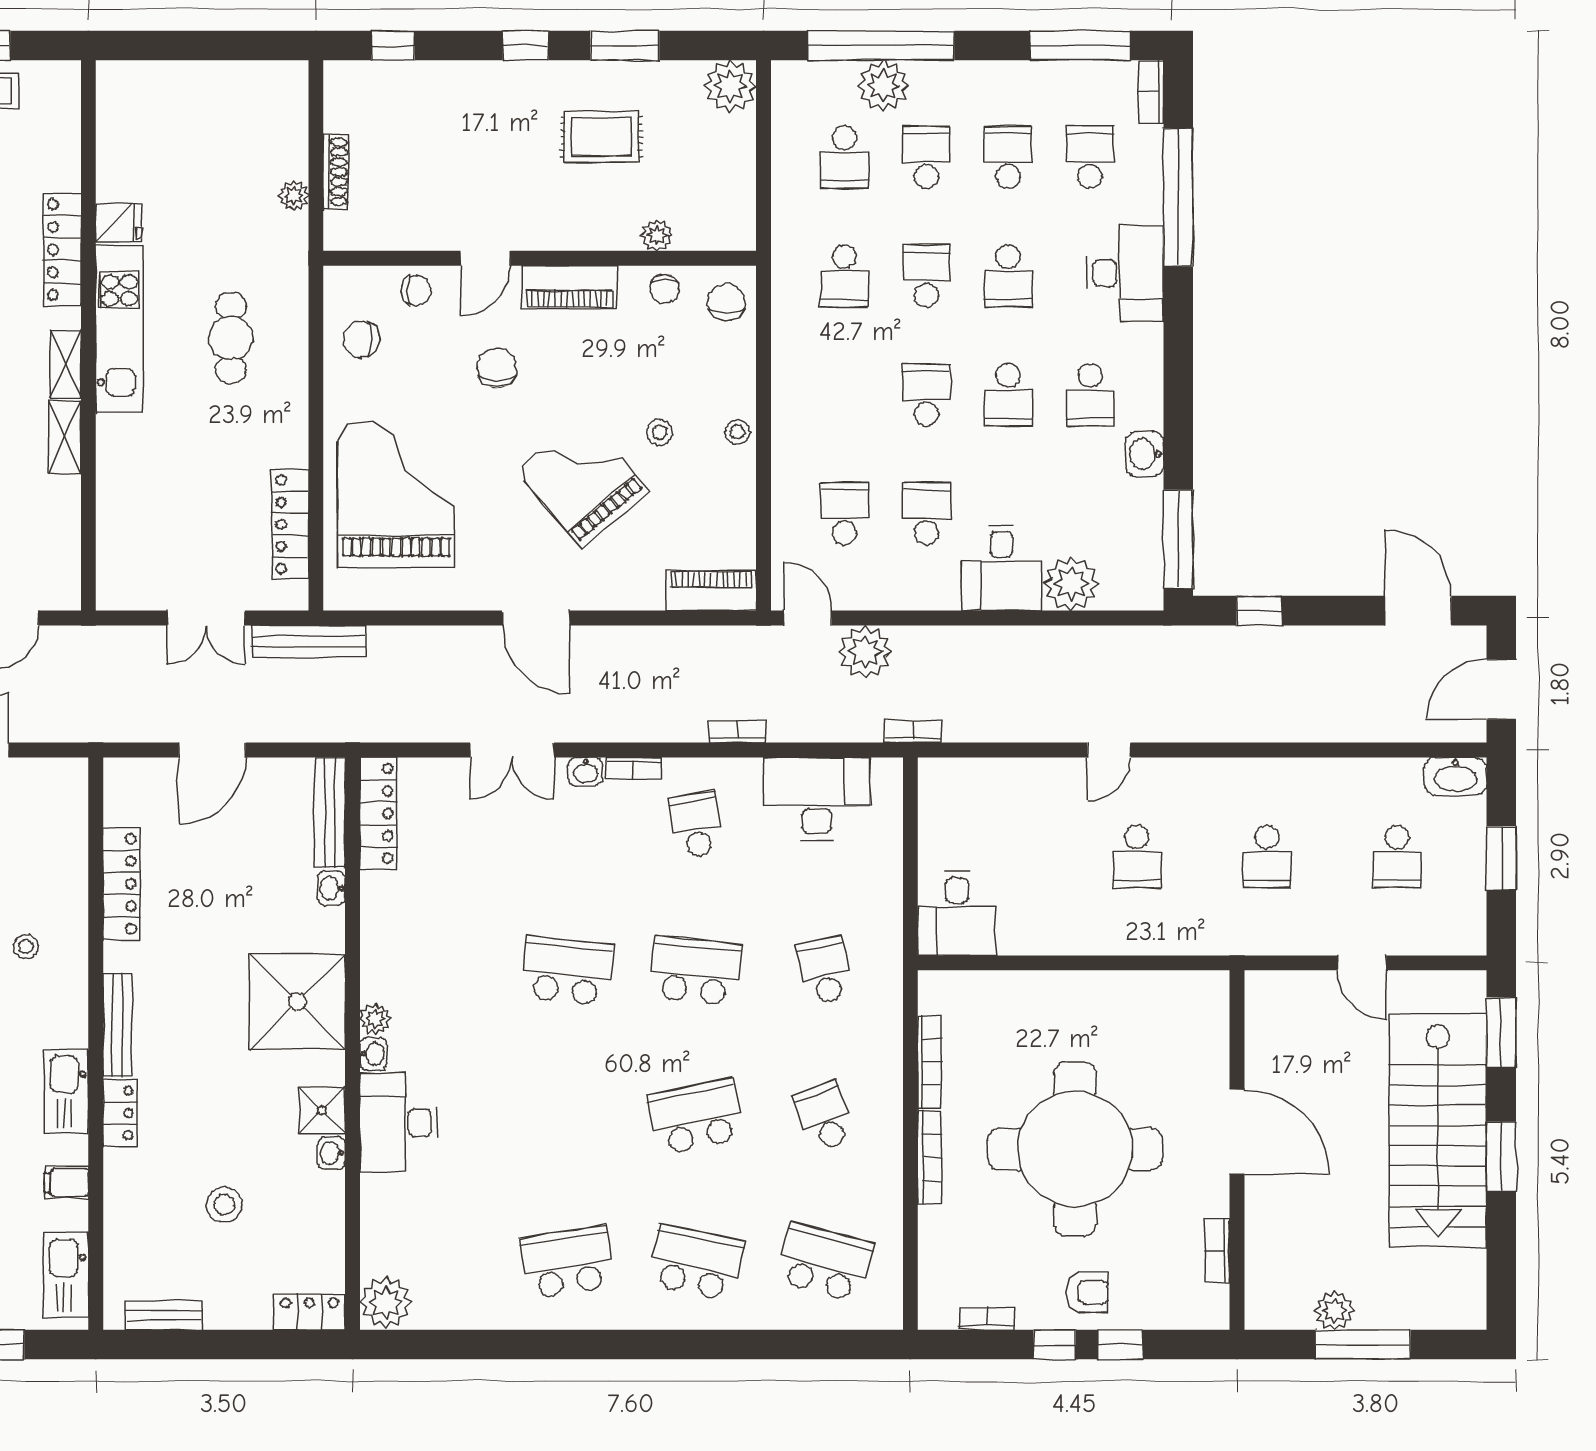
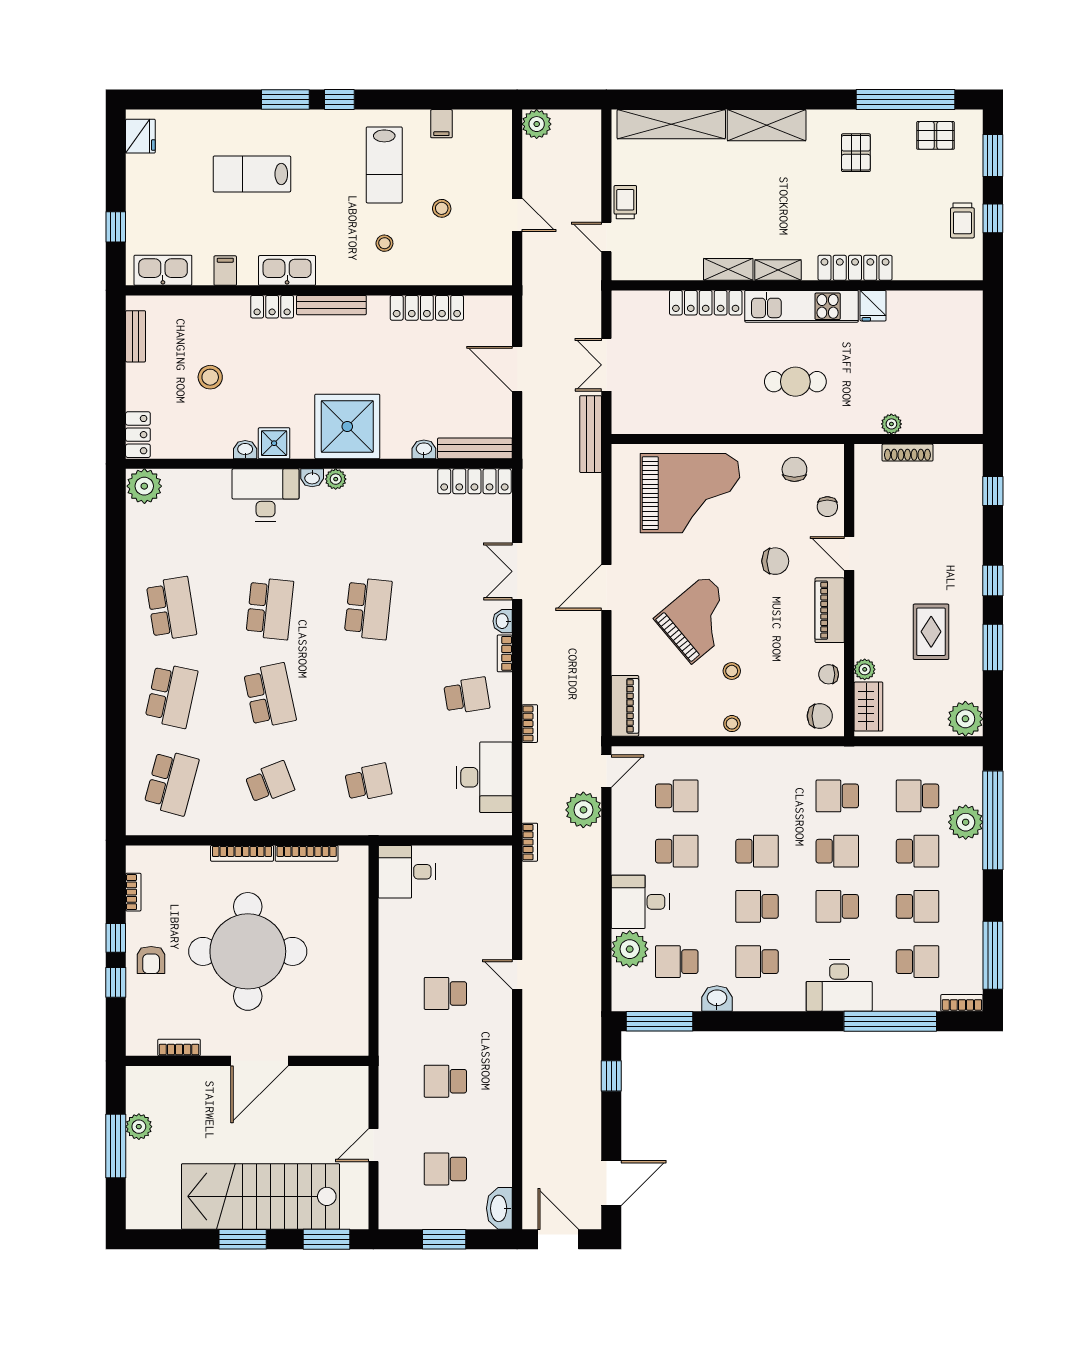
wardrobe: (712, 230) -> (868, 707), added
school desk: (1090, 514) -> (677, 962), added
locker: (290, 524) -> (706, 303), moved, turned 180
school desk: (696, 971) -> (270, 609), moved

